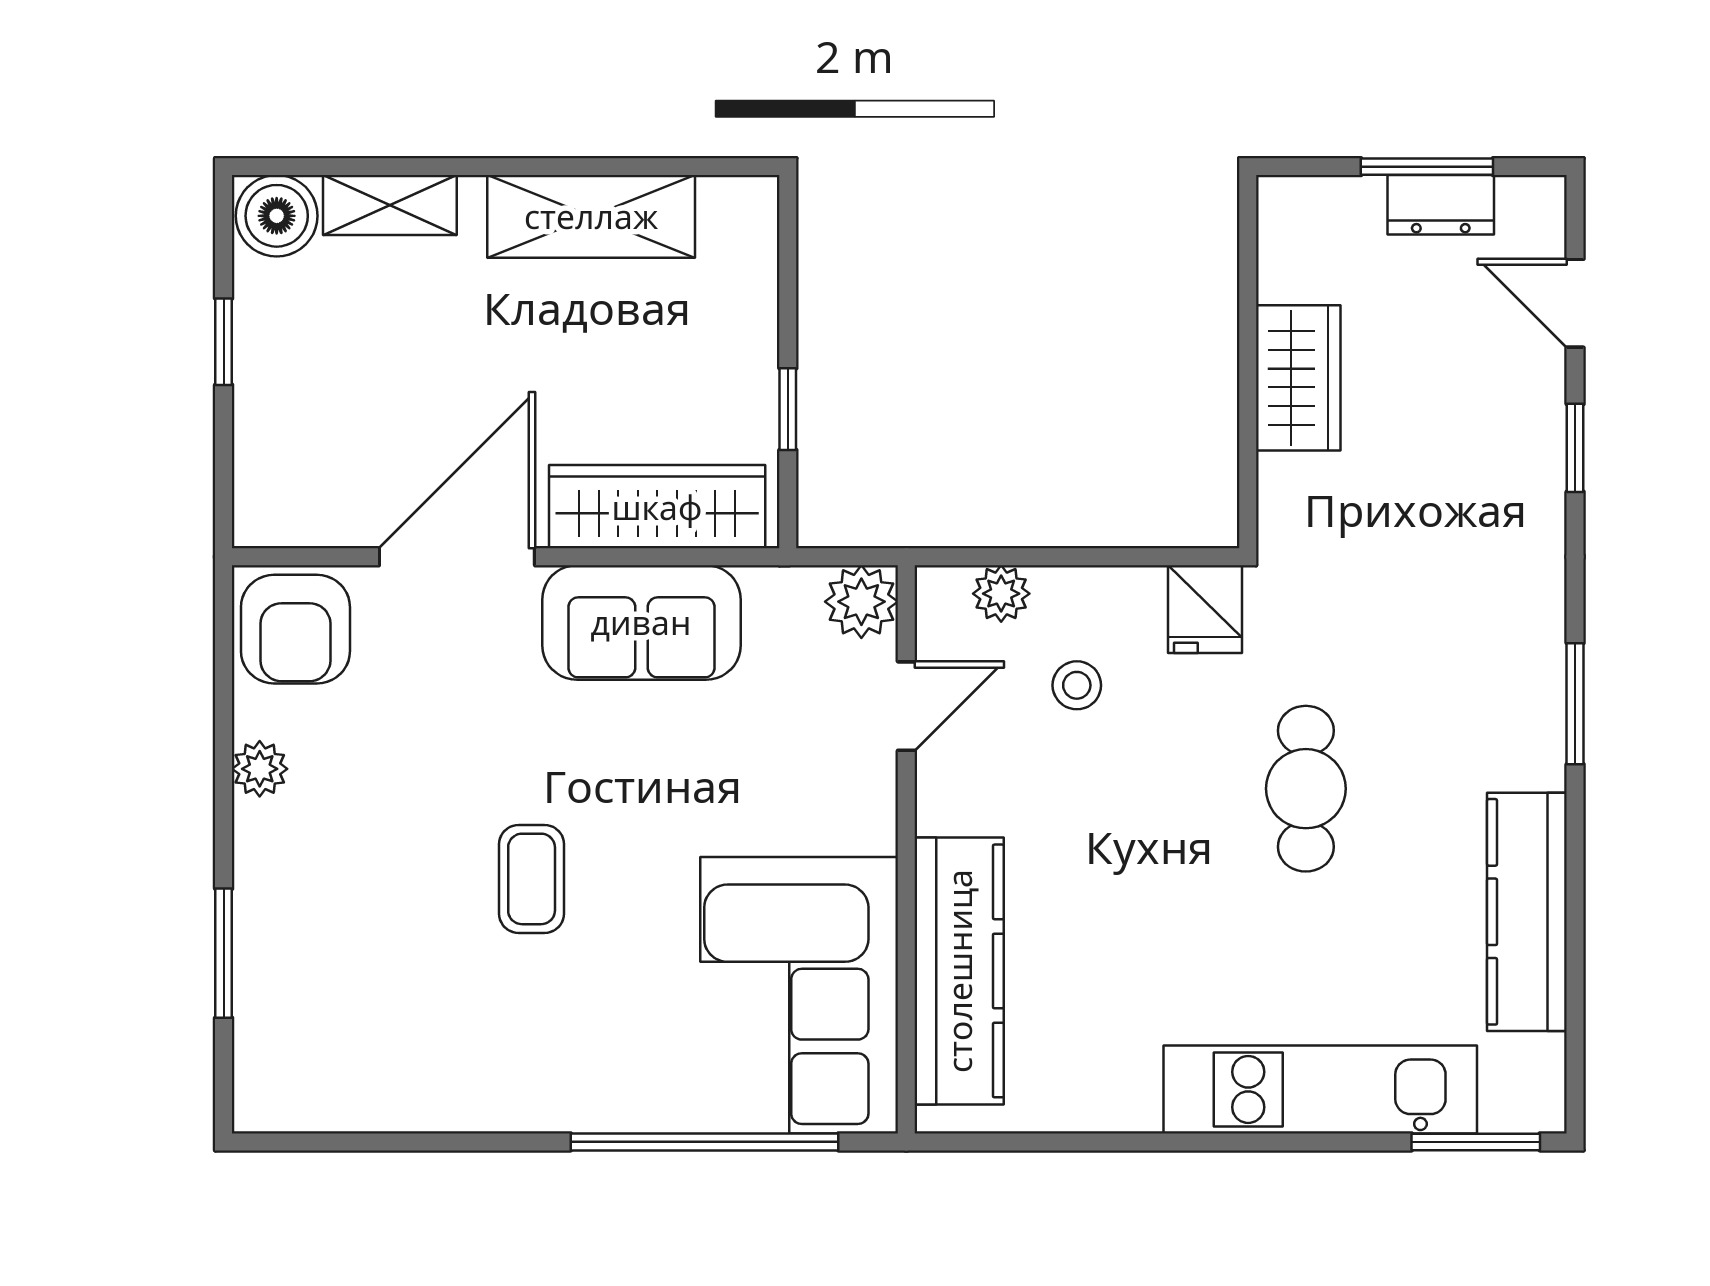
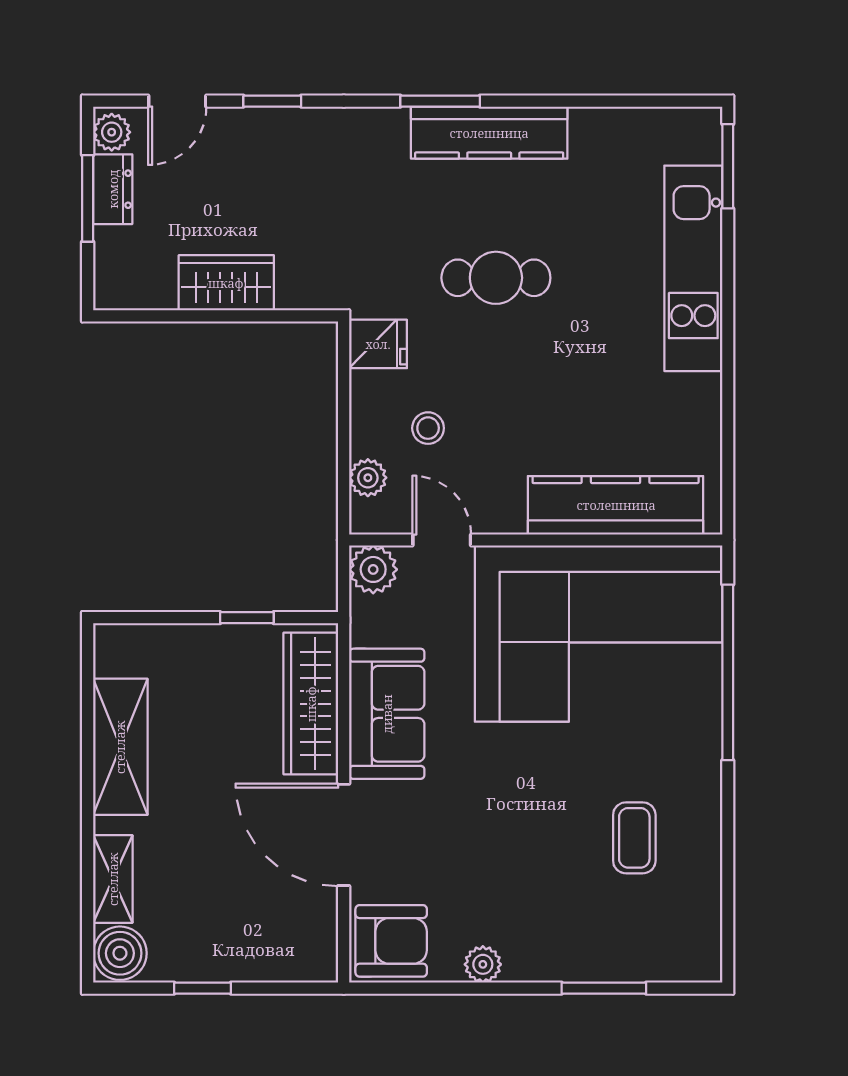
plant: (1528, 203) -> (112, 132), added
coffee table: (532, 879) -> (634, 838), moved, turned 90
kitchen counter: (1527, 912) -> (489, 133), moved
corner sofa: (799, 995) -> (599, 634), width x1.36, depth x1.36

